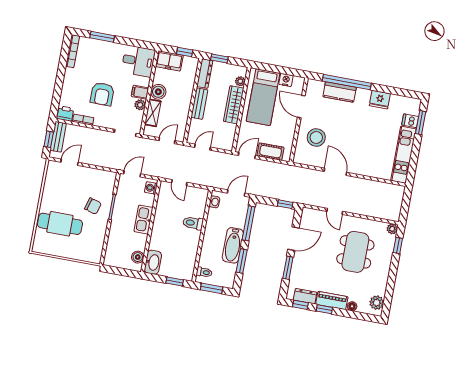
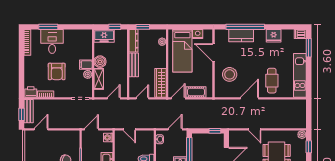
desk: (138, 61) -> (52, 41), moved, turned -90
wardrobe: (234, 105) -> (161, 83), moved
dishwasher: (410, 121) -> (300, 34), moved
cafe table: (367, 155) -> (272, 81), added
door: (335, 172) -> (249, 98), hinge flipped

